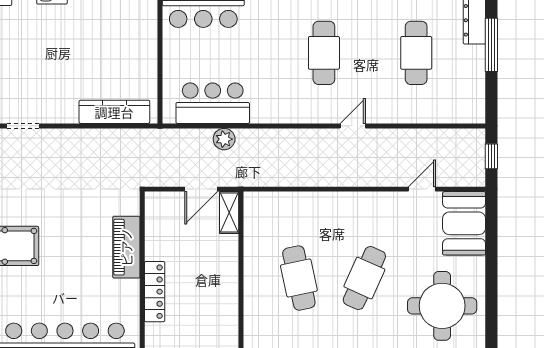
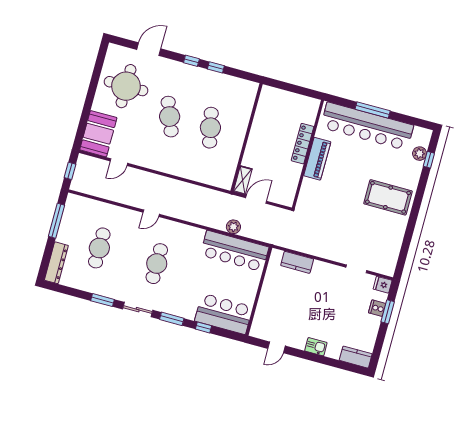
window: (491, 45) -> (56, 221), moved
bar counter: (213, 103) -> (234, 251), width x1.36
kitchen counter: (114, 112) -> (297, 262), width x0.67
piano: (126, 247) -> (317, 159), moved
cafe table: (364, 278) -> (170, 117), turned -45

